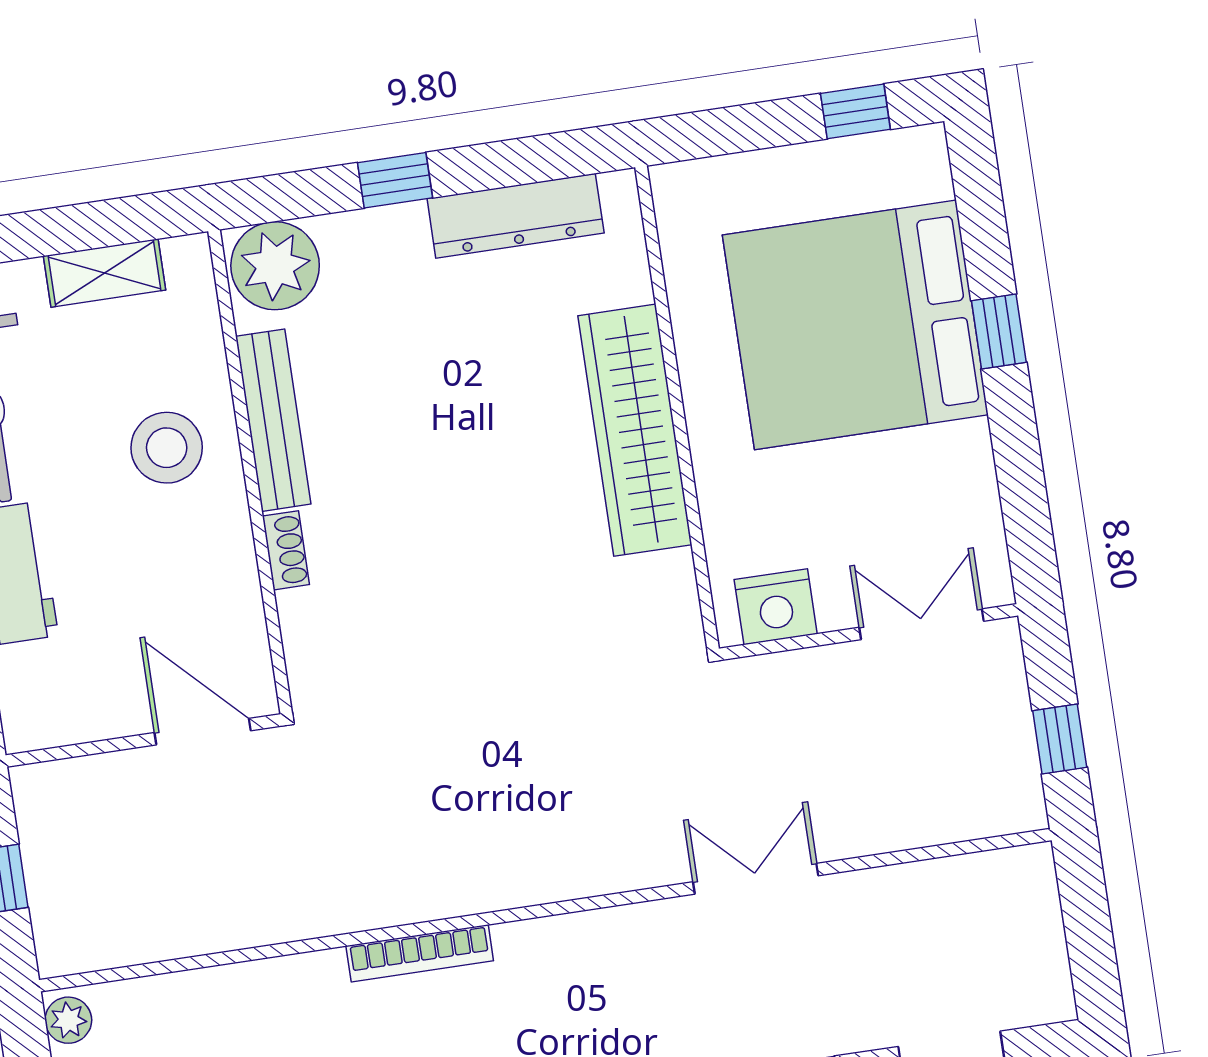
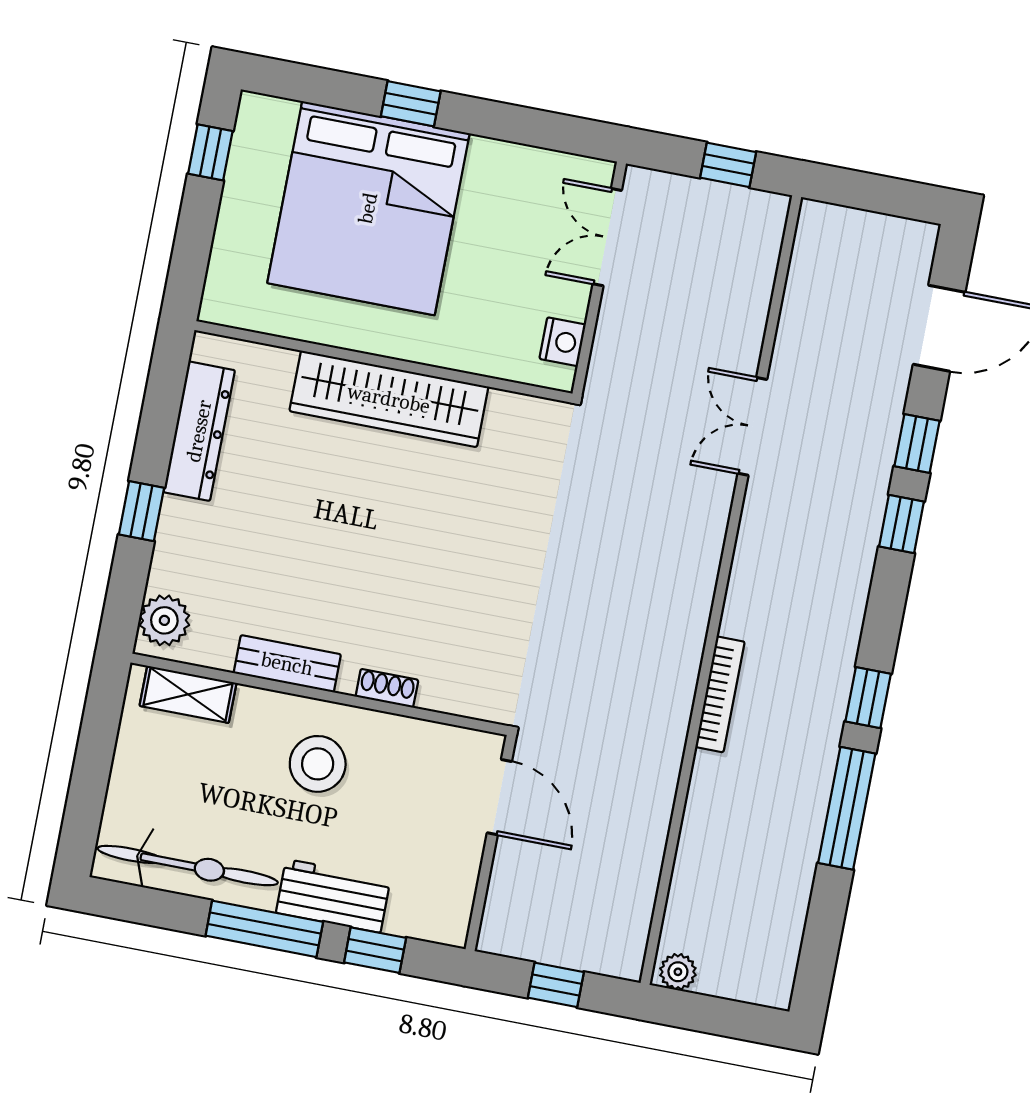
plant: (275, 266) -> (164, 620), width x0.73, depth x0.73
shelving: (104, 273) -> (188, 694), moved, turned 90
bench: (273, 420) -> (287, 664), width x0.73
stool: (167, 448) -> (318, 764), moved
nightstand: (776, 607) -> (563, 342), width x0.74, depth x0.75
door: (203, 732) -> (499, 797), swing flipped

